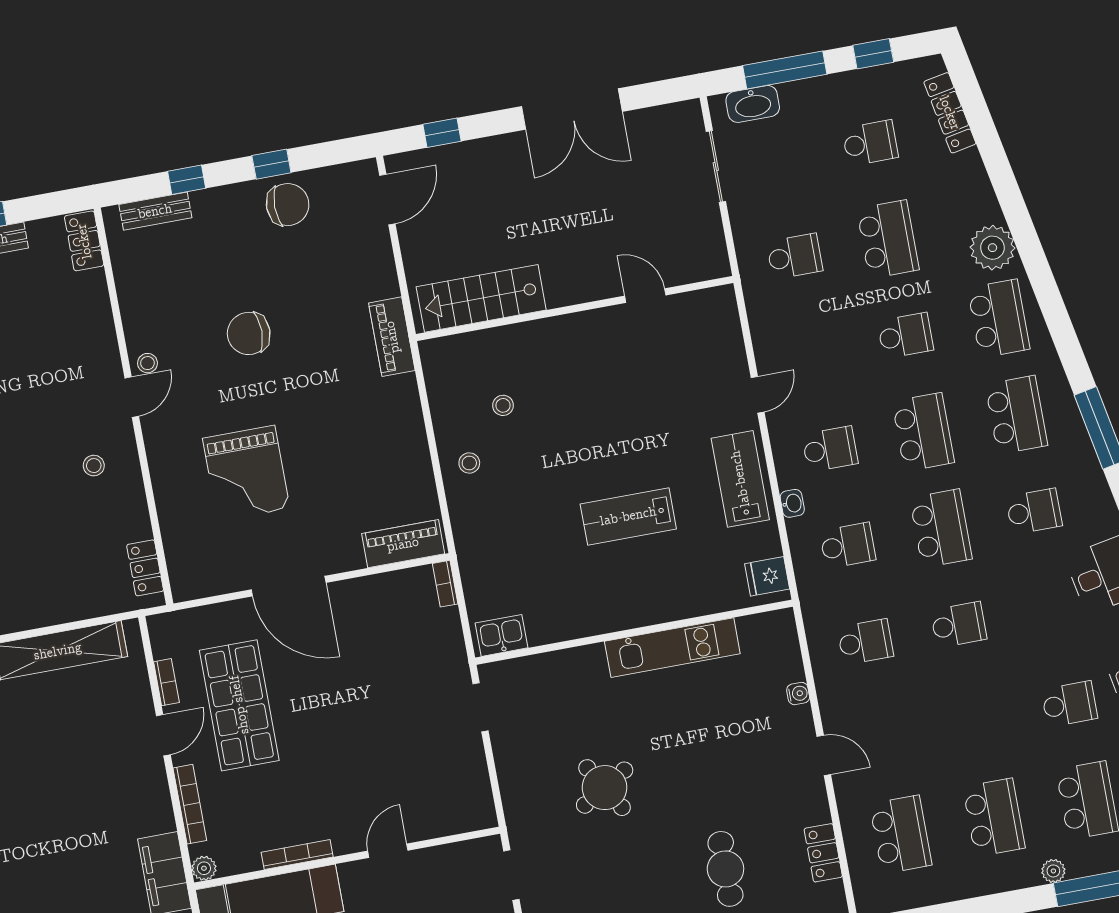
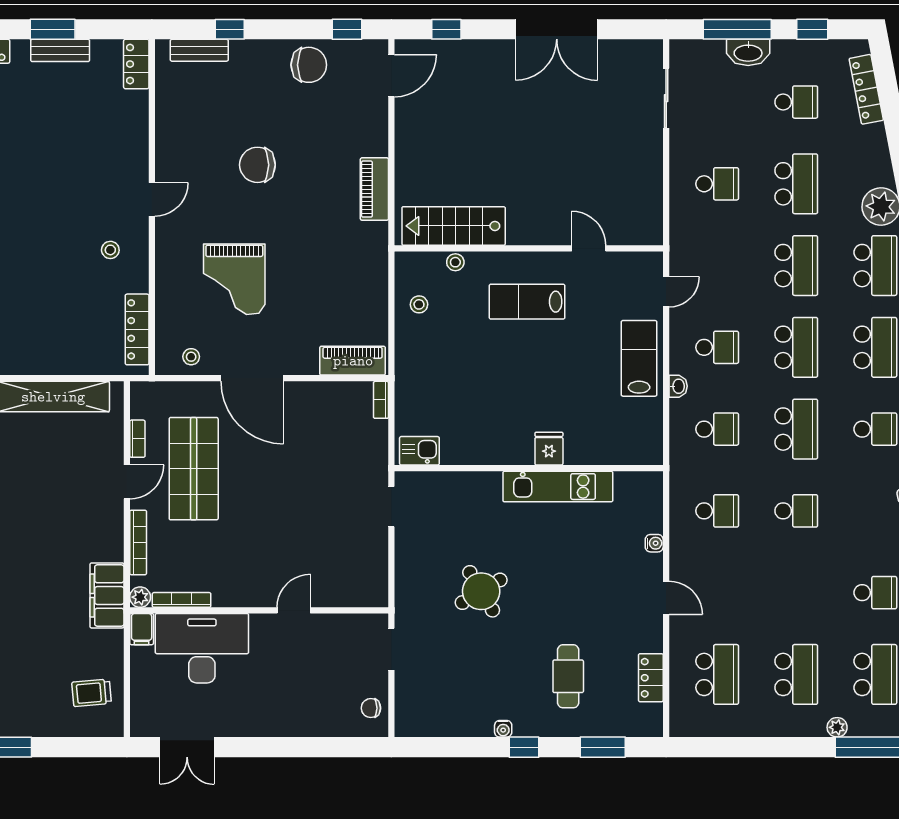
washbasin: (753, 104) -> (748, 52), moved
window: (271, 164) -> (347, 29), moved
door: (645, 296) -> (589, 248), moved
stairs: (481, 298) -> (454, 226), moved
wall: (575, 309) -> (529, 248), moved
school desk: (905, 336) -> (796, 266), width x1.85
stool: (147, 363) -> (191, 357), moved
lab bench: (628, 516) -> (527, 302), moved
locker: (145, 568) -> (137, 329), width x1.53
fridge: (767, 576) -> (549, 449), moved, turned 90
bookcase: (297, 855) -> (182, 600), moved

